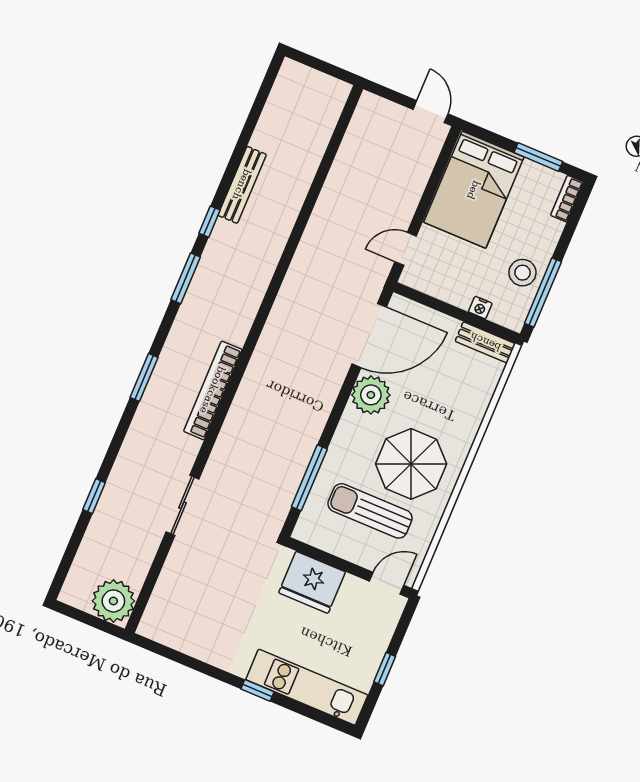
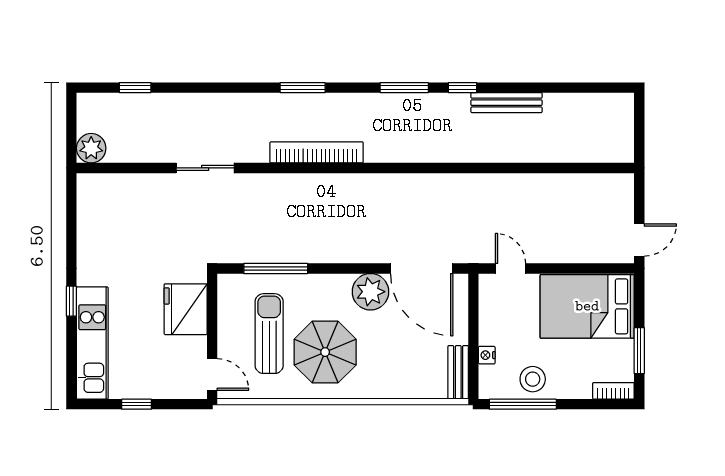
window: (94, 496) -> (135, 88), moved
plant: (113, 601) -> (91, 148), width x0.73, depth x0.73

